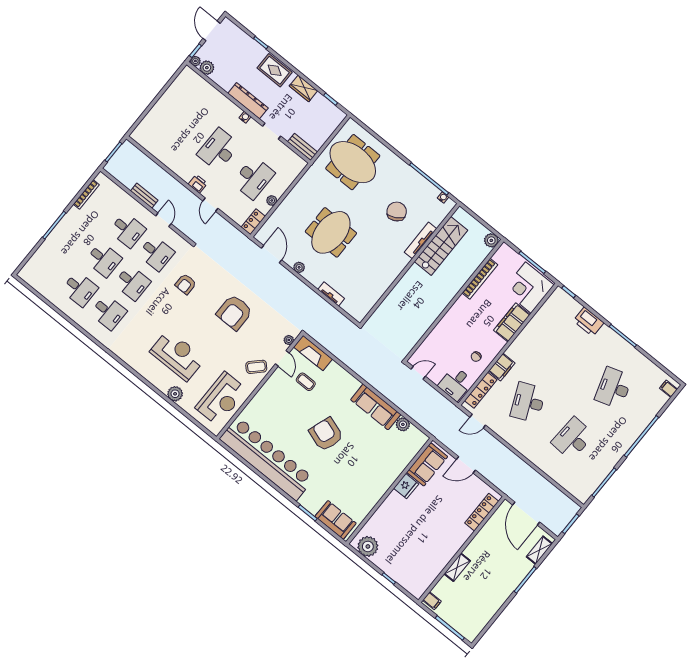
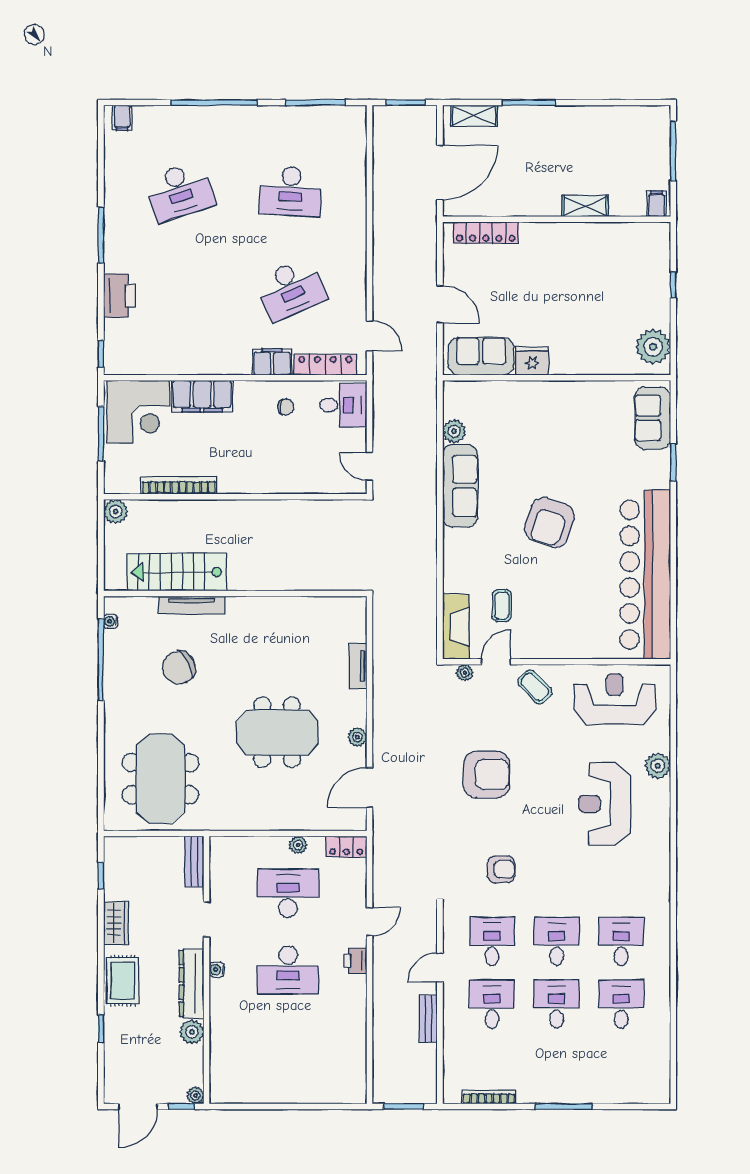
plant: (207, 68) -> (192, 1032), moved

